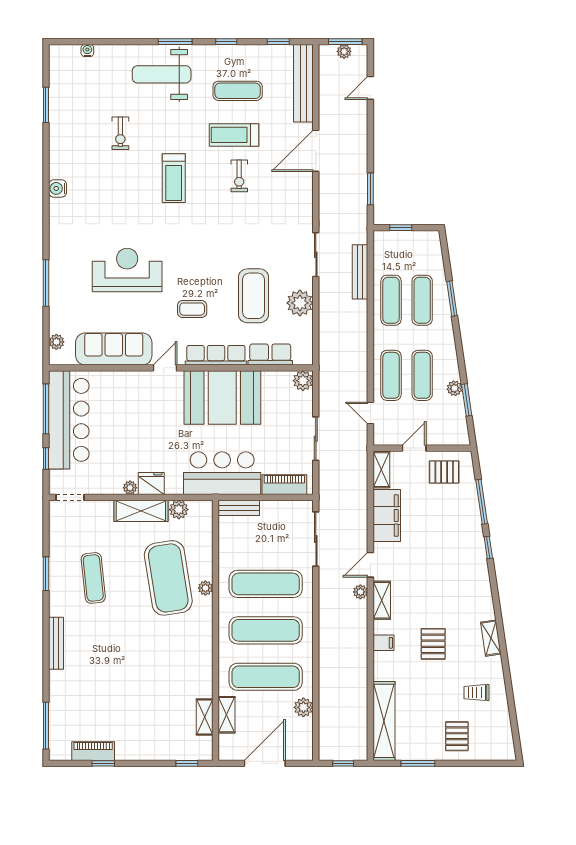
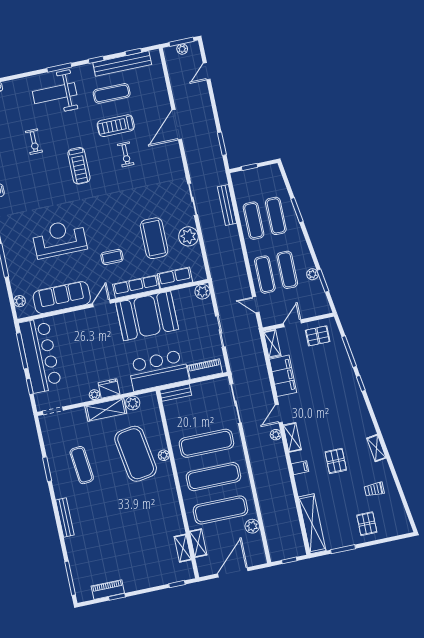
bench: (303, 83) -> (122, 64), moved, turned 90

